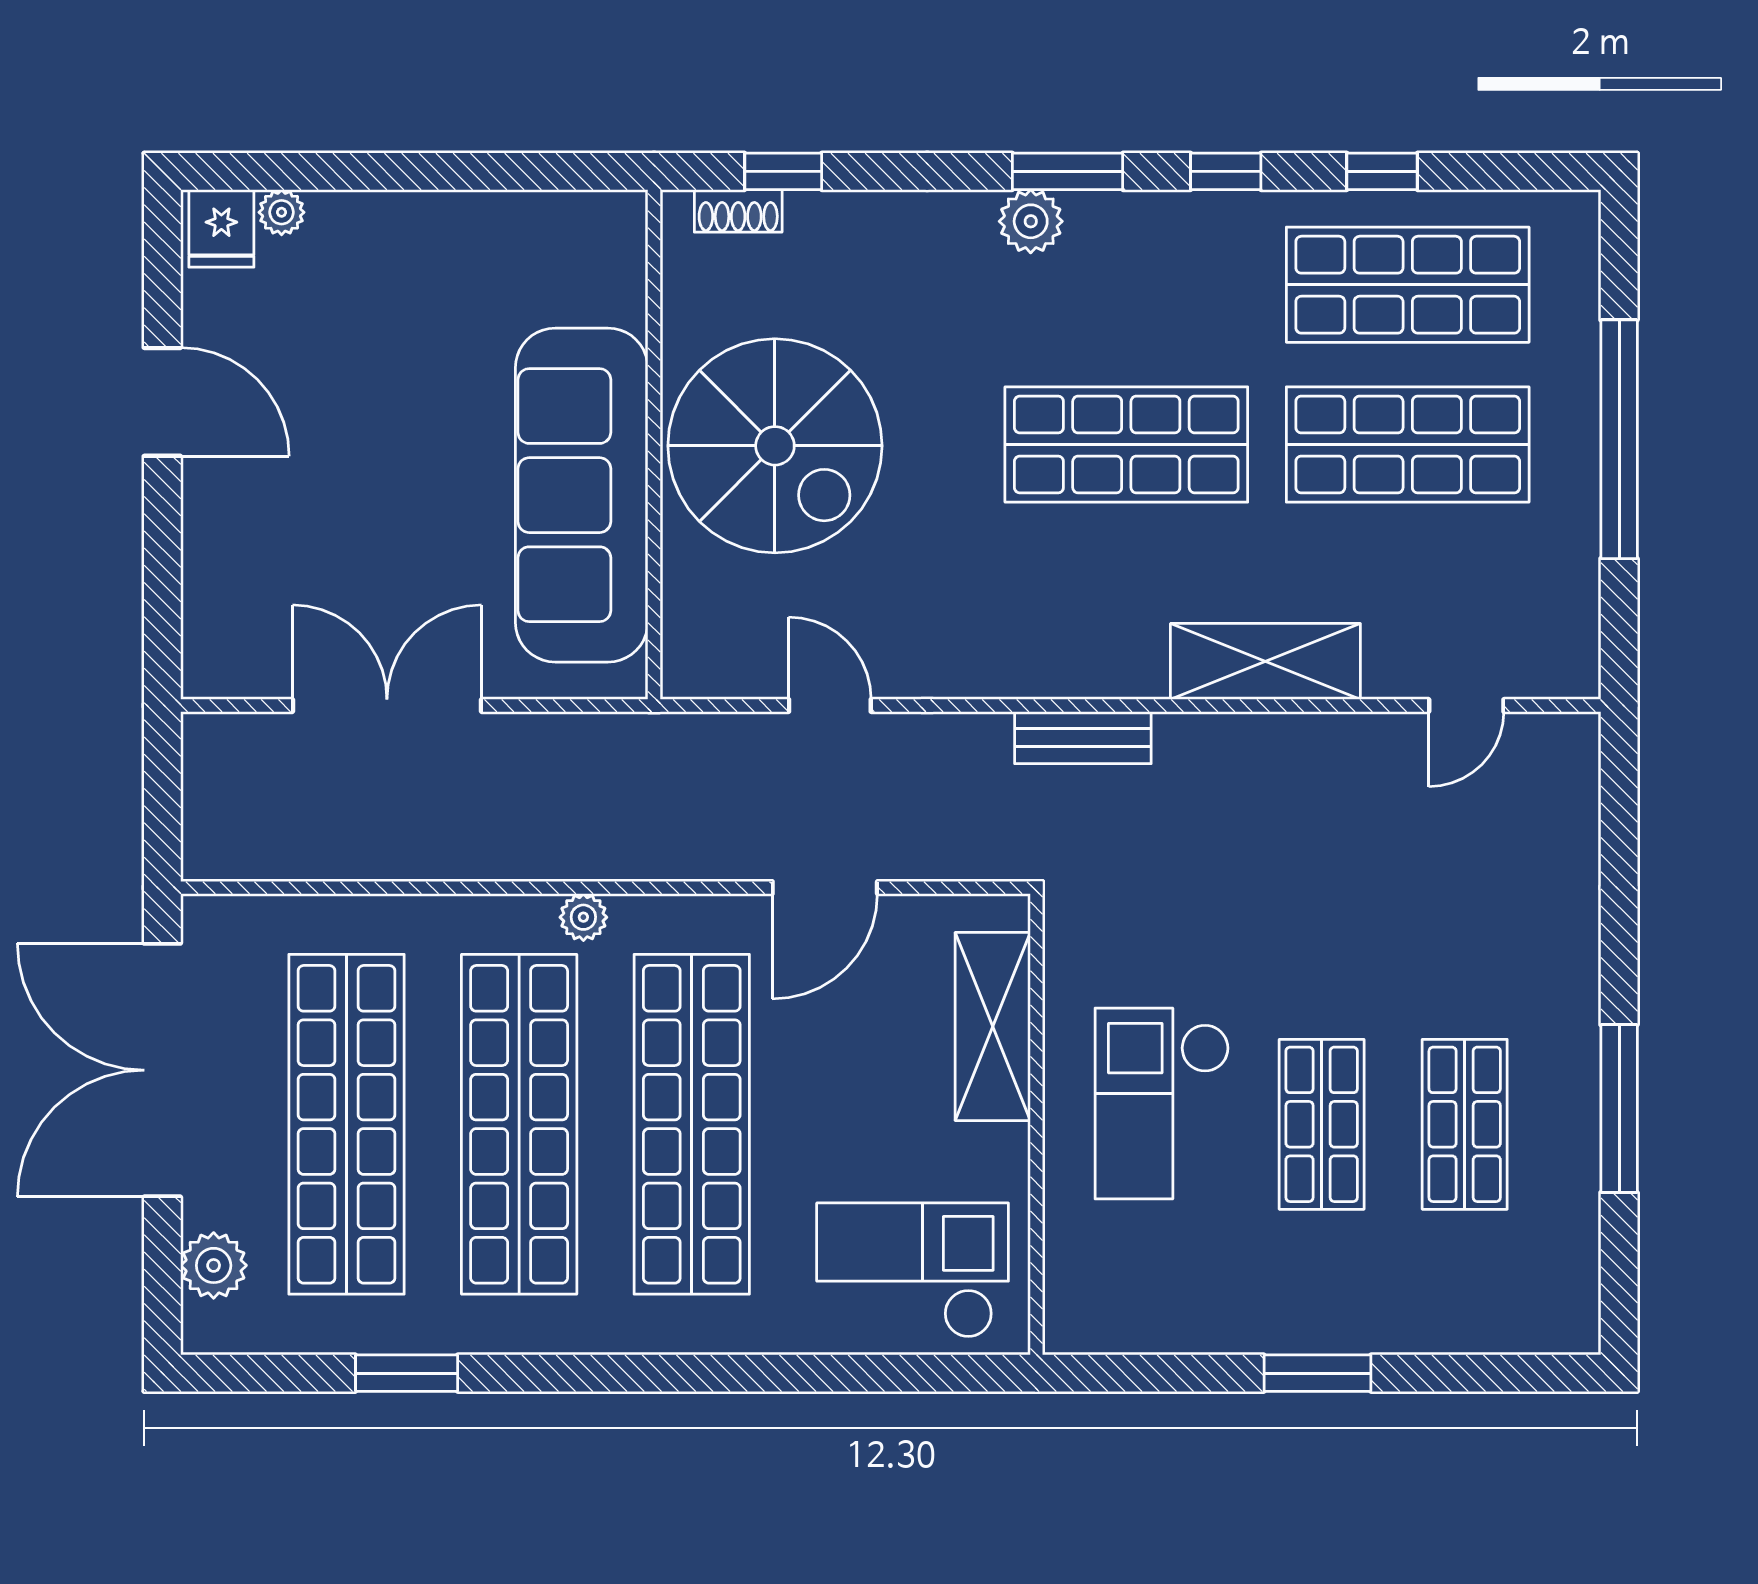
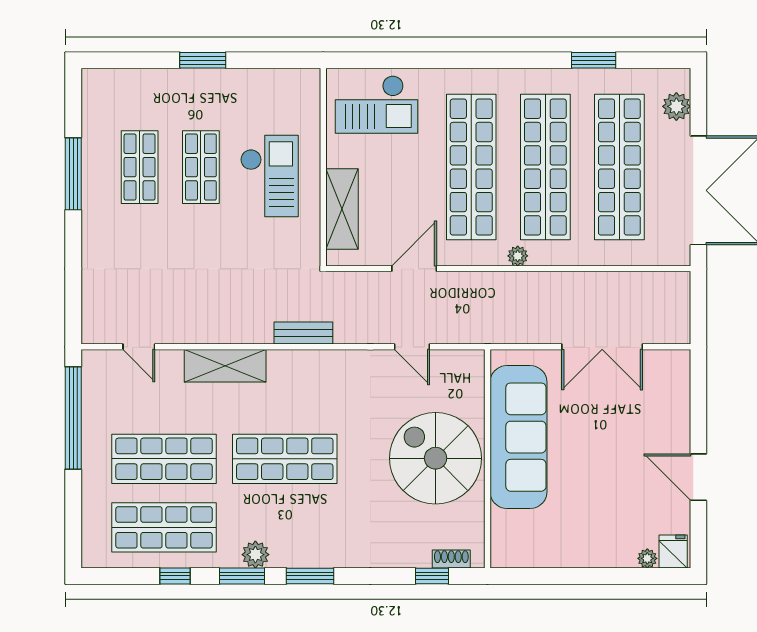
window: (1226, 171) -> (242, 576), width x1.50
plant: (1031, 221) -> (255, 555), moved
window: (1619, 439) -> (73, 418), moved
door: (1466, 705) -> (139, 347), swing flipped

